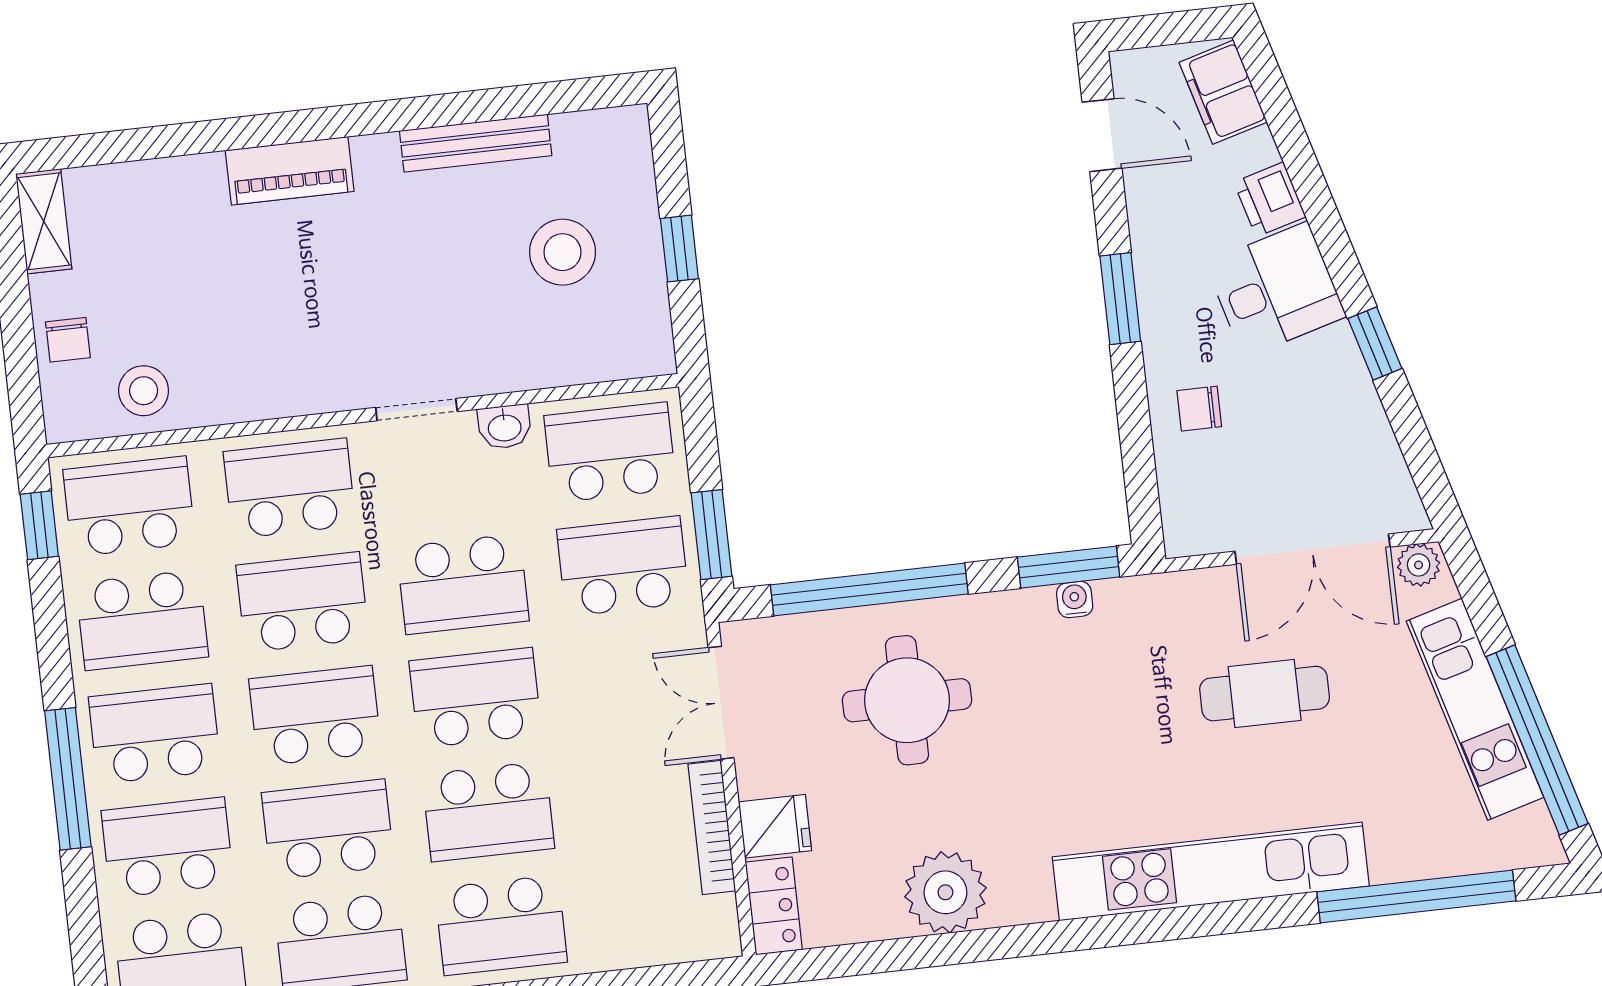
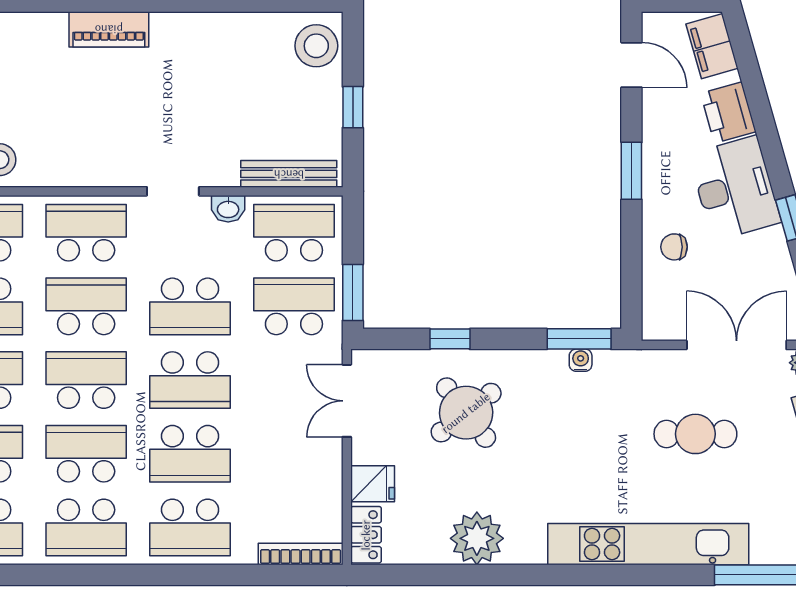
bench: (476, 143) -> (289, 174), moved
printer: (1270, 199) -> (728, 113), width x1.36, depth x1.24
stool: (563, 252) -> (316, 46), moved
desk: (1276, 290) -> (735, 188), width x1.37
double door: (1313, 549) -> (737, 345), swing flipped
window: (869, 589) -> (450, 339), width x0.32
school desk: (475, 698) -> (190, 380), turned 180
round table: (907, 700) -> (466, 413), turned -38
bookcase: (712, 828) -> (301, 554), moved, turned 90

